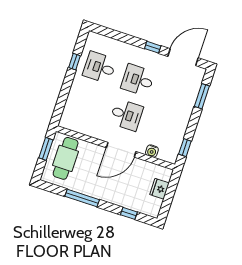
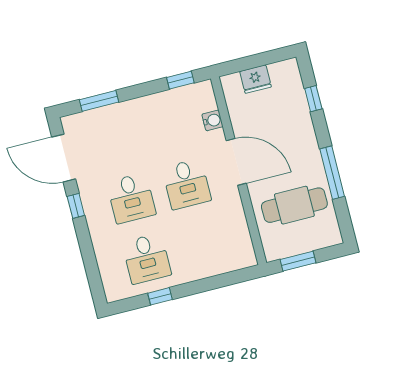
desk: (126, 115) -> (187, 184), turned 180
cafe table: (66, 158) -> (294, 205), moved

